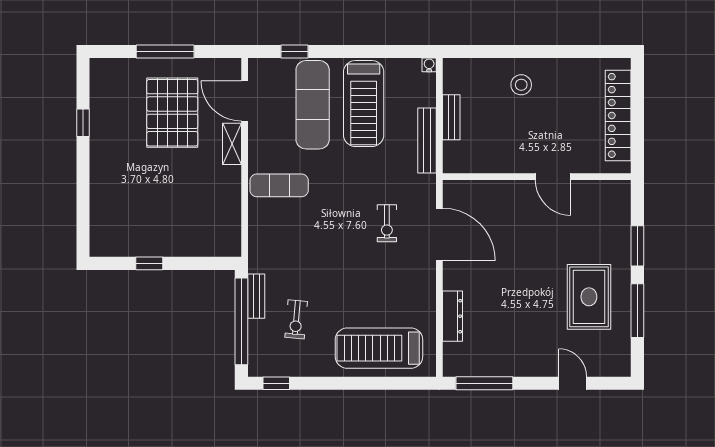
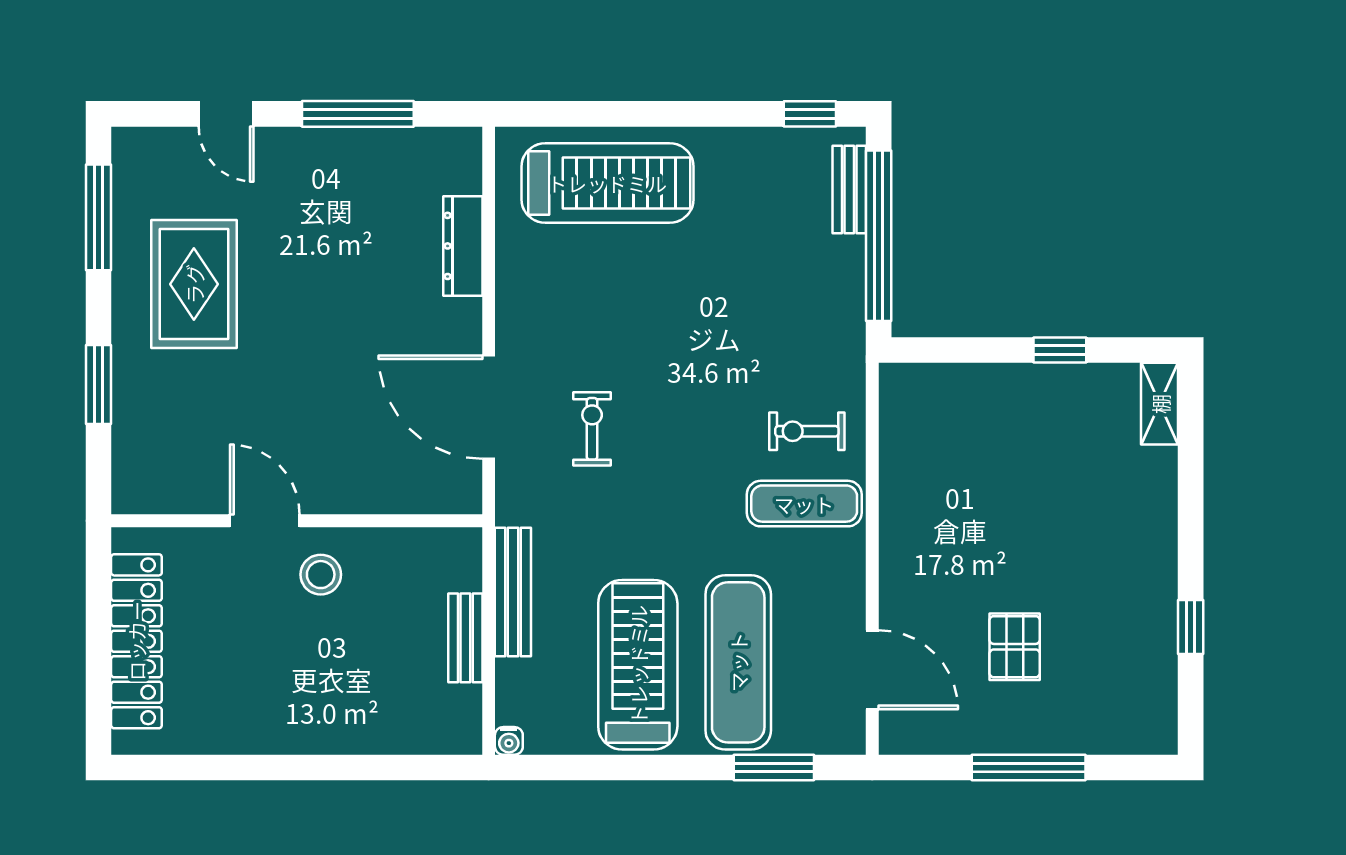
window: (295, 51) -> (774, 767), width x1.50
stool: (521, 85) -> (321, 575), moved
pallet: (172, 113) -> (1015, 647), width x0.49, depth x0.50
shelving: (232, 144) -> (1160, 404), moved
bench: (256, 296) -> (849, 189), moved
window: (637, 311) -> (99, 217), moved
exercise bike: (296, 319) -> (807, 431), moved, turned -95
window: (484, 383) -> (358, 114), moved

